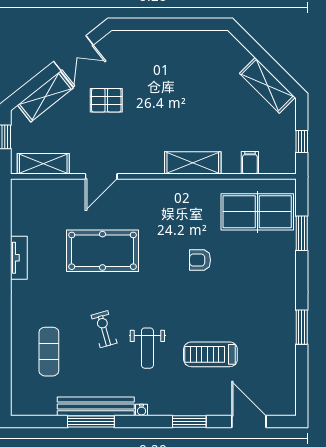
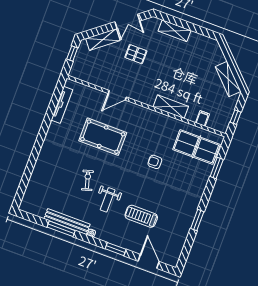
shelving: (43, 164) -> (175, 31), moved
tv unit: (19, 258) -> (62, 105), moved, width x1.41
exercise mat: (49, 352) -> (52, 181), removed

